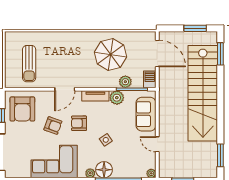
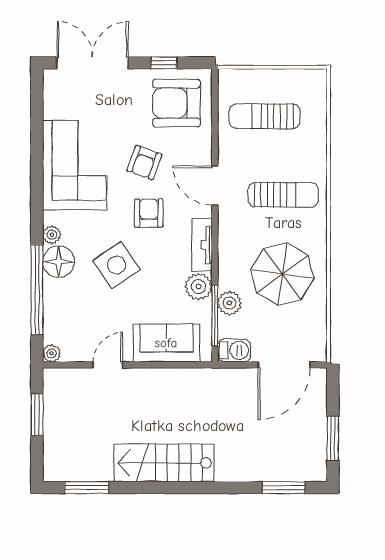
sun lounger: (70, 54) -> (283, 195), added
stairs: (203, 93) -> (164, 463), width x0.54, depth x0.66
side table: (106, 140) -> (116, 265), width x1.87, depth x1.87

